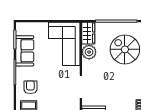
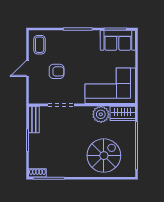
sofa: (25, 51) -> (118, 40), moved
armchair: (30, 87) -> (57, 71), moved

